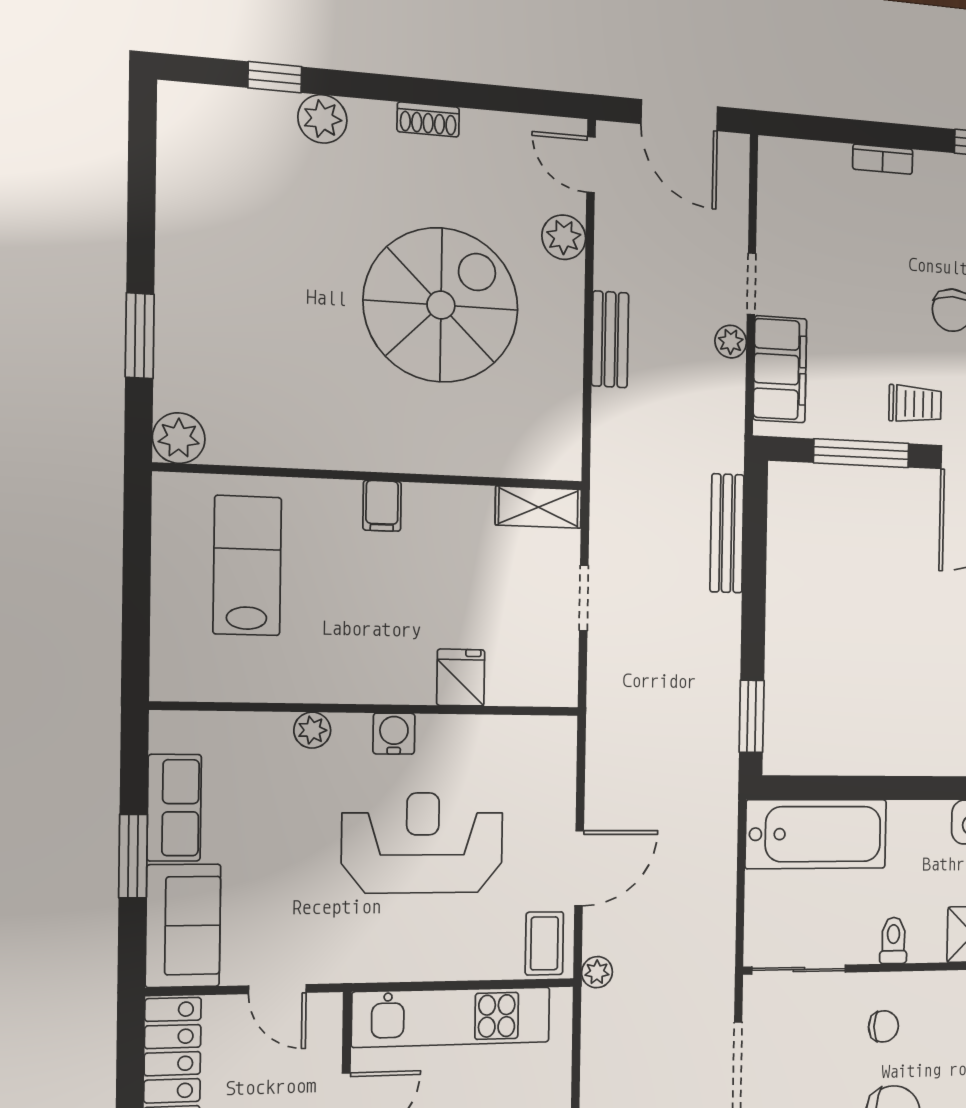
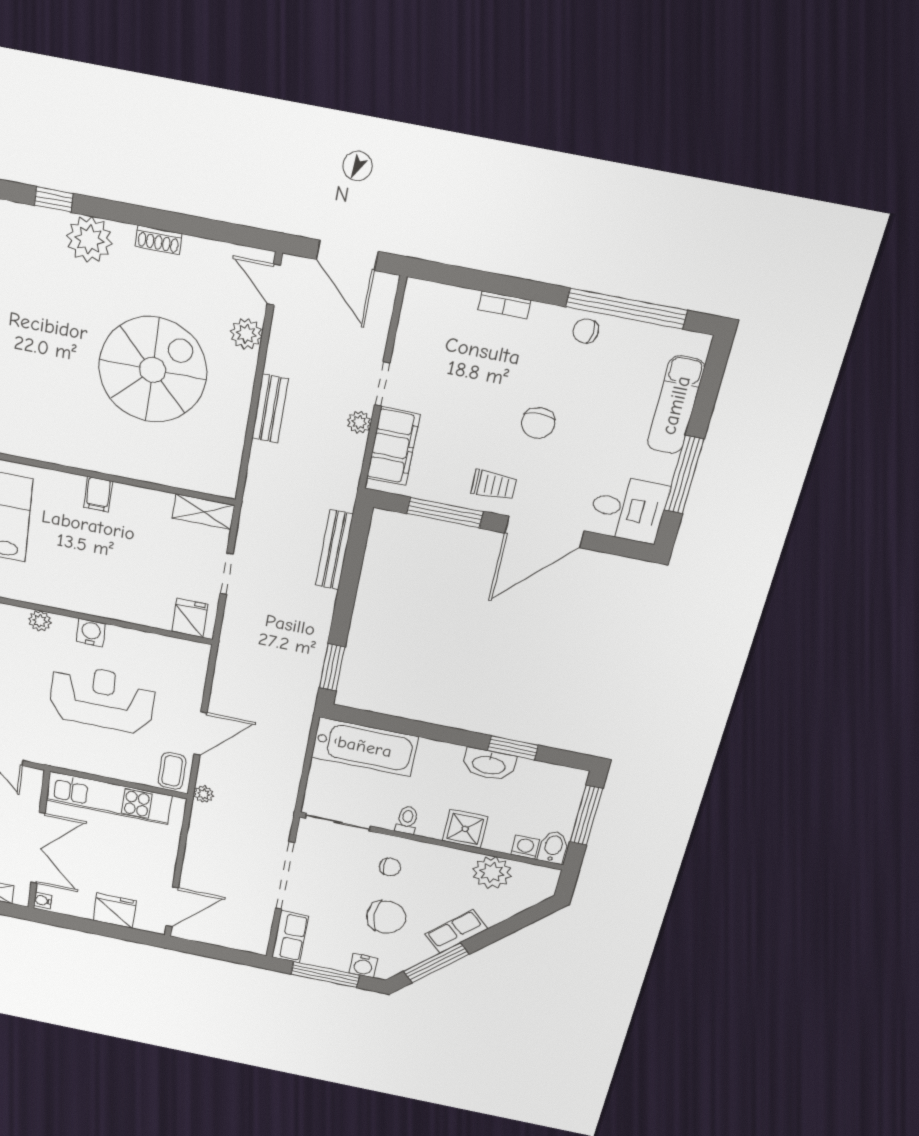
plant: (322, 119) -> (89, 239), width x1.36, depth x1.36
fridge: (461, 678) -> (190, 618), moved

